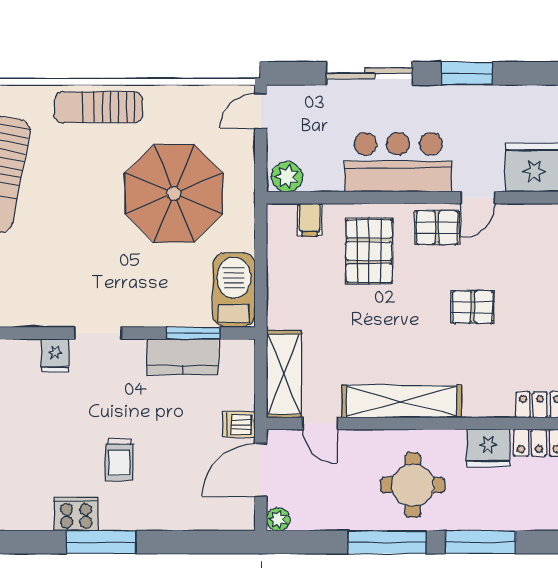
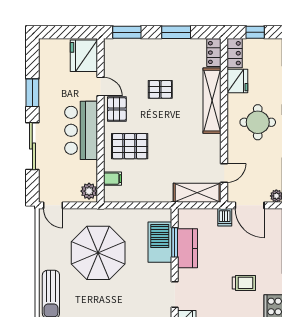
barbecue: (234, 290) -> (160, 242), moved, turned 90
pallet: (473, 307) -> (160, 89), turned 90
shelving: (402, 402) -> (212, 101), moved

